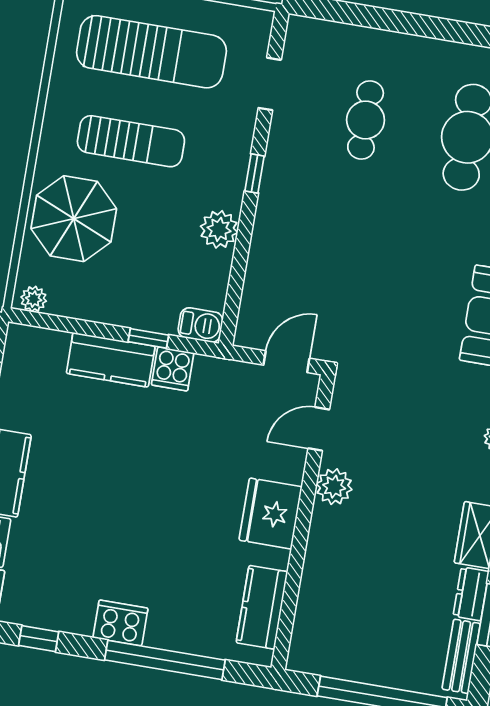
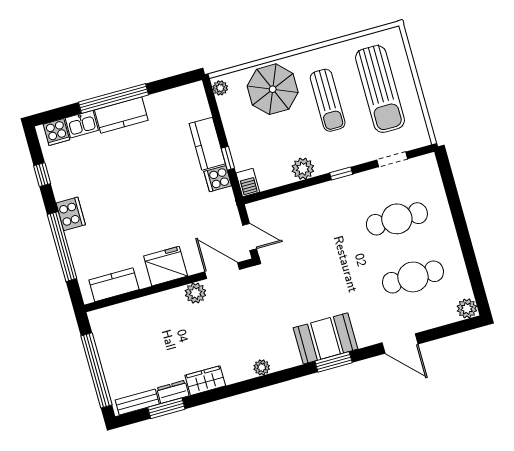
cafe table: (366, 120) -> (397, 219), width x1.37, depth x1.35
door: (319, 429) -> (222, 271), width x1.38

